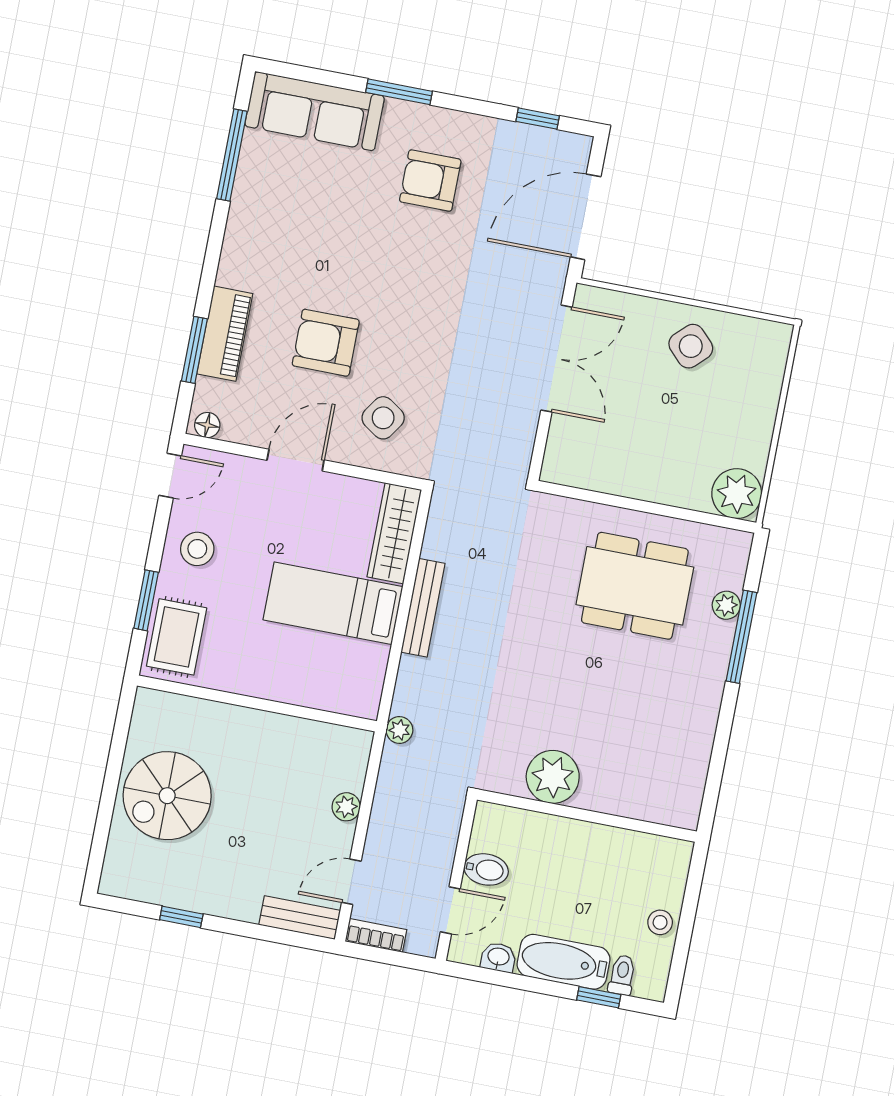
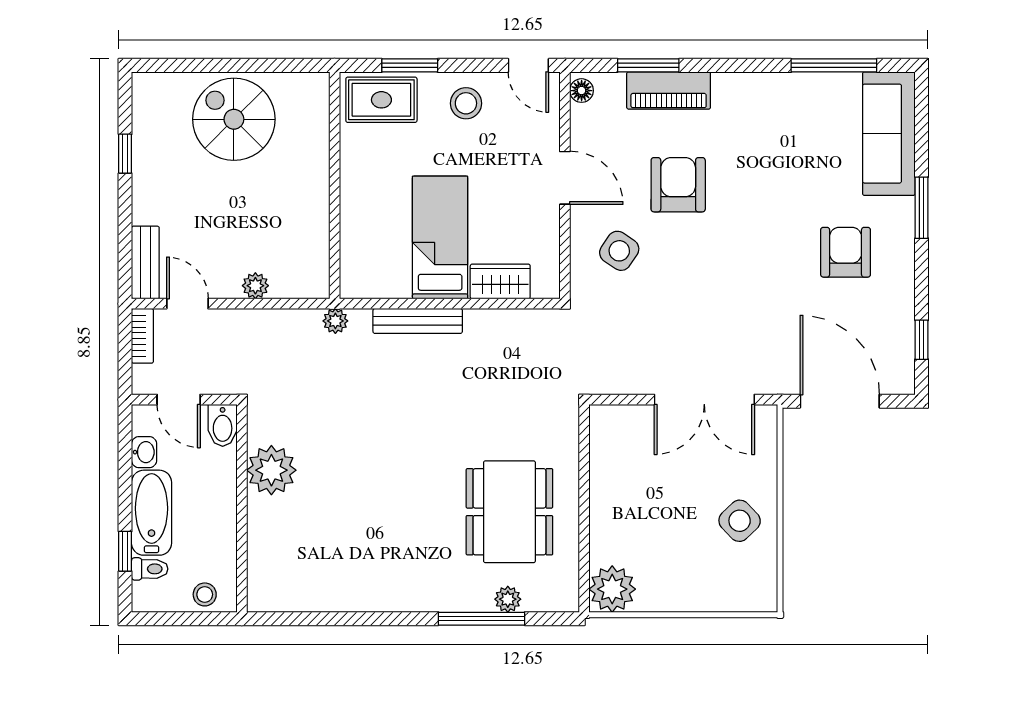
wardrobe: (394, 533) -> (500, 281), width x0.67
bench: (423, 608) -> (418, 321), moved
plant: (553, 777) -> (271, 470), moved
wall: (587, 816) -> (242, 508), moved

